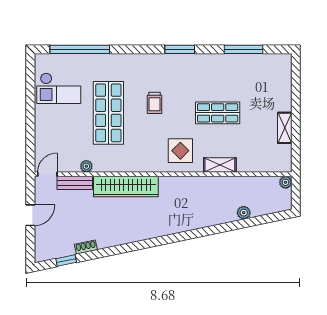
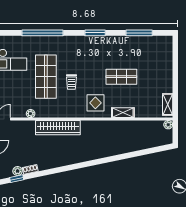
window: (80, 49) -> (42, 33), moved
trolley: (155, 103) -> (71, 82), moved
shelving: (285, 128) -> (168, 104), moved
bench: (75, 183) -> (23, 125), removed
plant: (244, 213) -> (18, 171), moved

